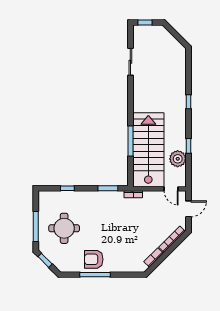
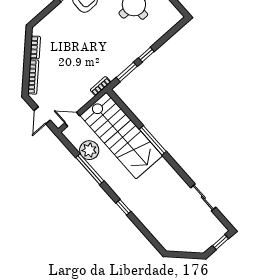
window: (130, 141) -> (153, 140), moved
window: (188, 146) -> (90, 169), width x2.17
window: (67, 188) -> (146, 55), moved

